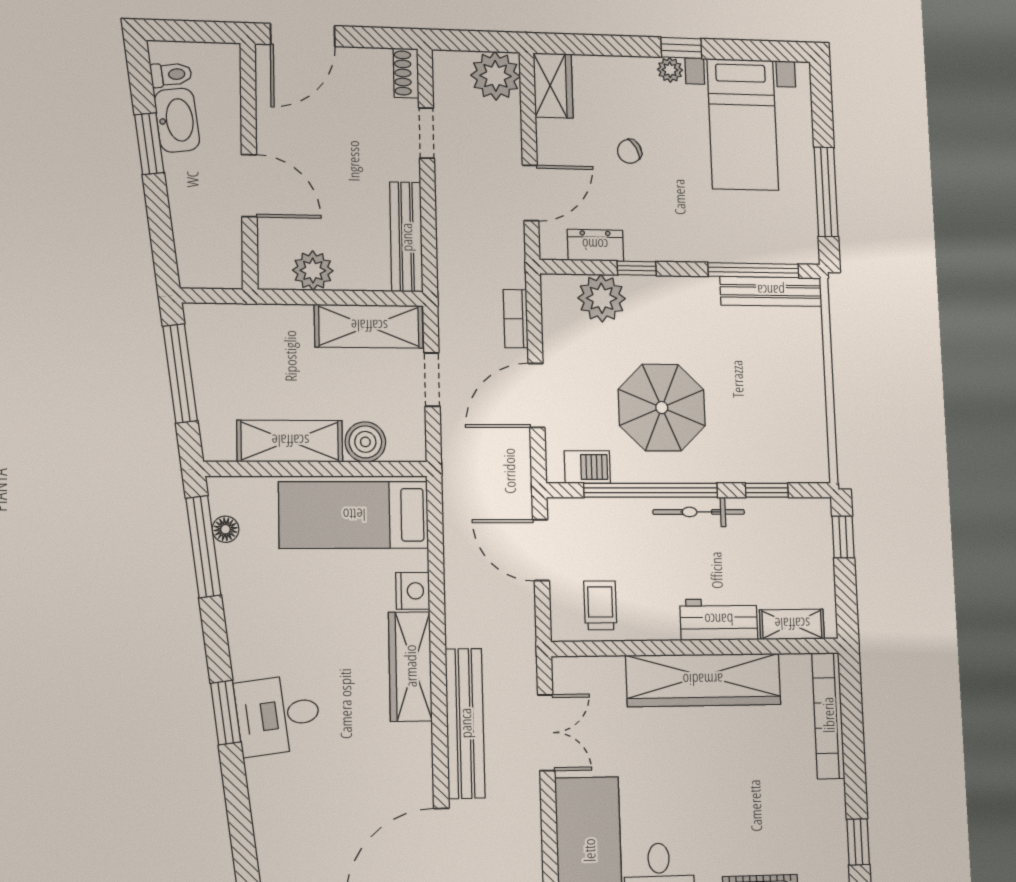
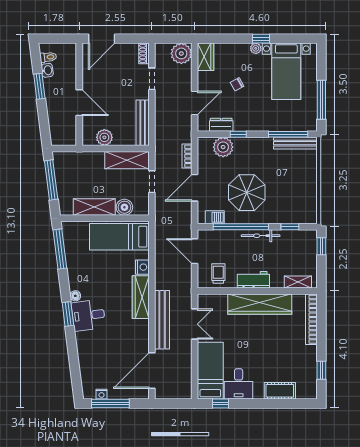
washbasin: (177, 120) -> (47, 70), width x0.52, depth x0.69
floor lamp: (226, 529) -> (75, 296), moved
workbench: (719, 620) -> (253, 280), moved

